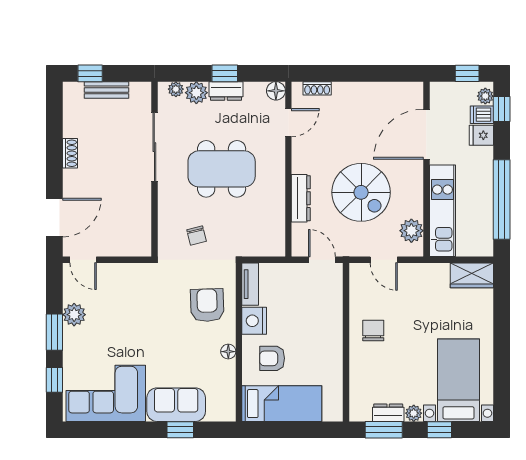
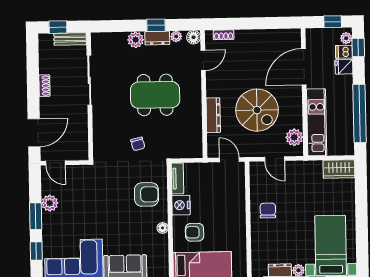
plant: (176, 89) -> (176, 36), moved
sliding door: (154, 147) -> (89, 80), moved
wall: (154, 169) -> (90, 96), moved
armchair: (207, 305) -> (146, 194), turned 92

